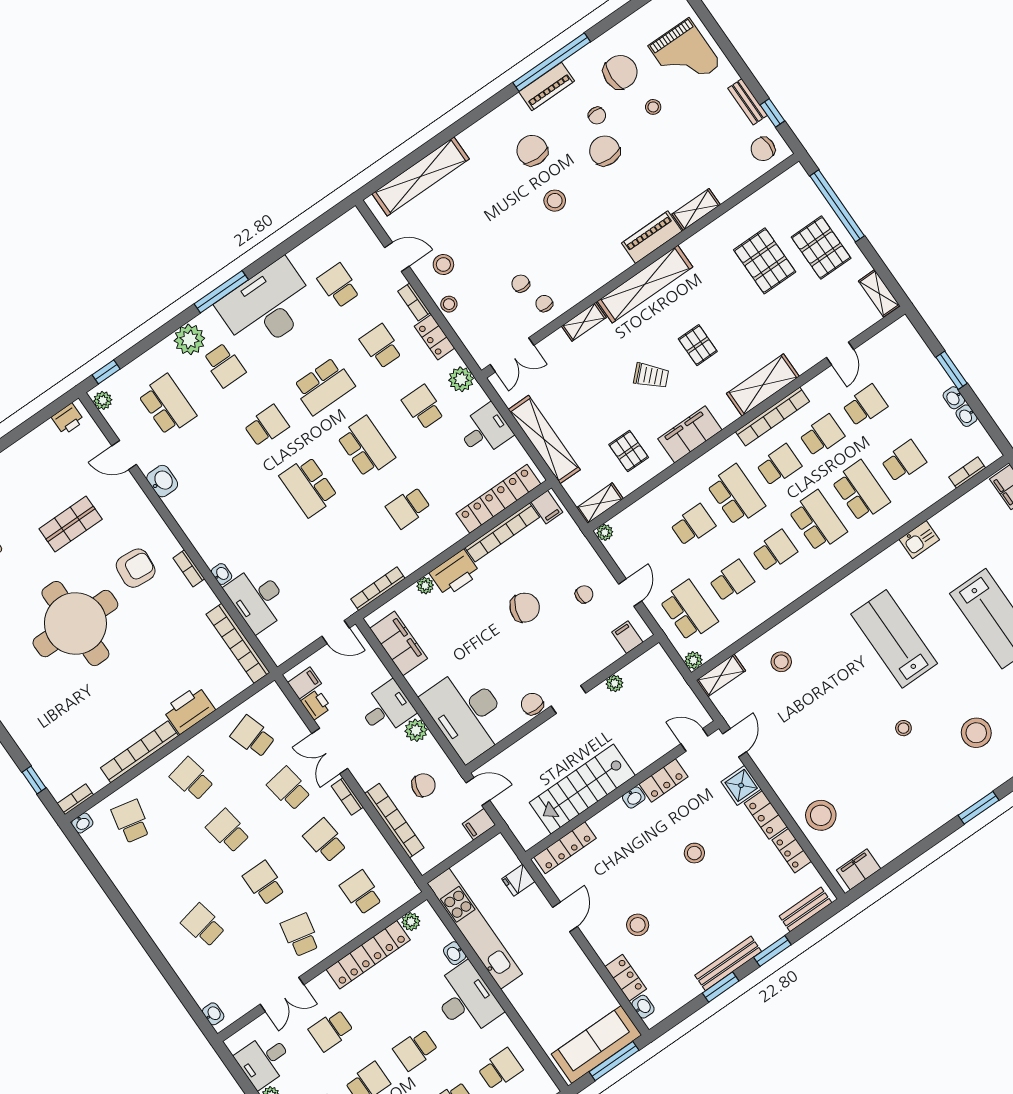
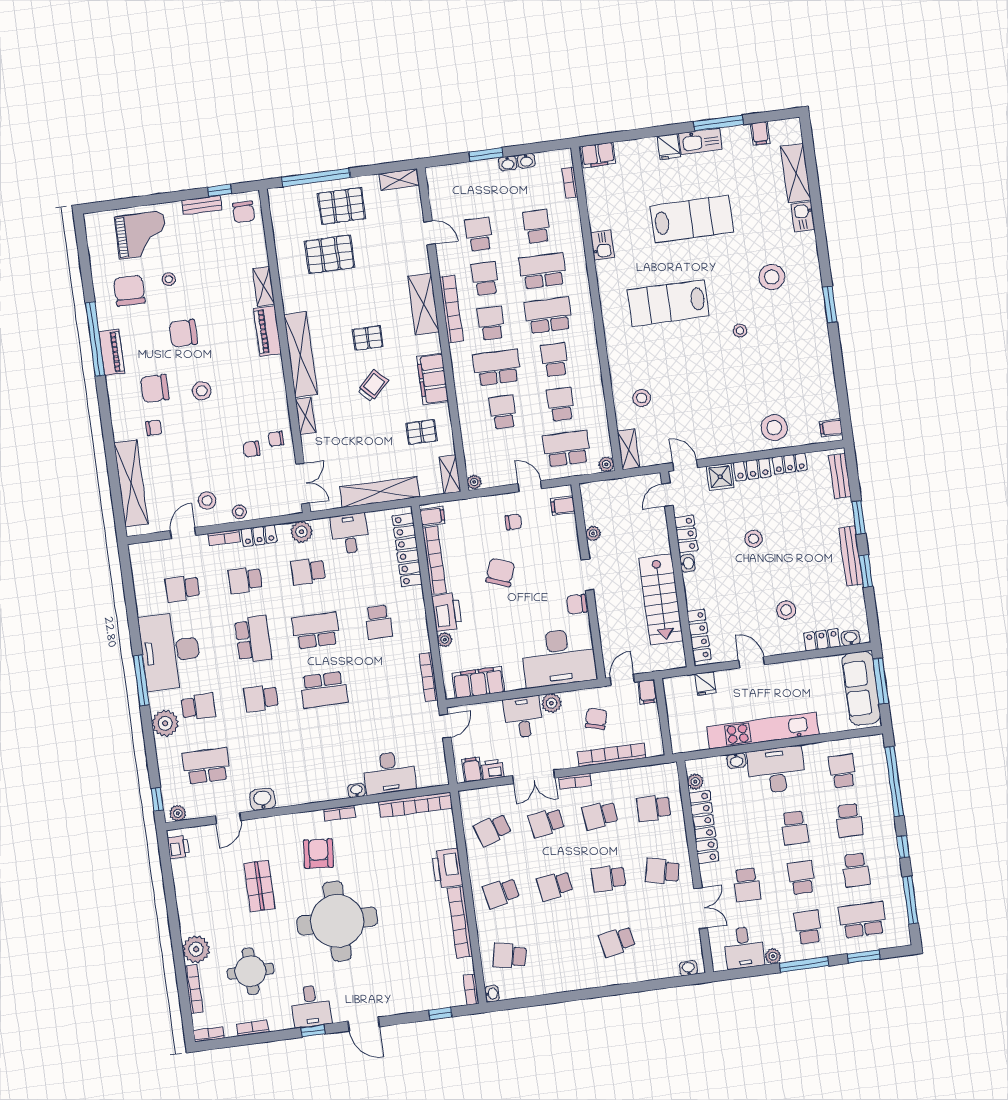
chair: (597, 116) -> (154, 428), moved
school desk: (267, 426) -> (261, 698), turned -90
chair: (584, 594) -> (513, 522), turned 90
filing cabinet: (859, 869) -> (831, 428), width x0.50
kitchen unit: (475, 929) -> (763, 731), moved

